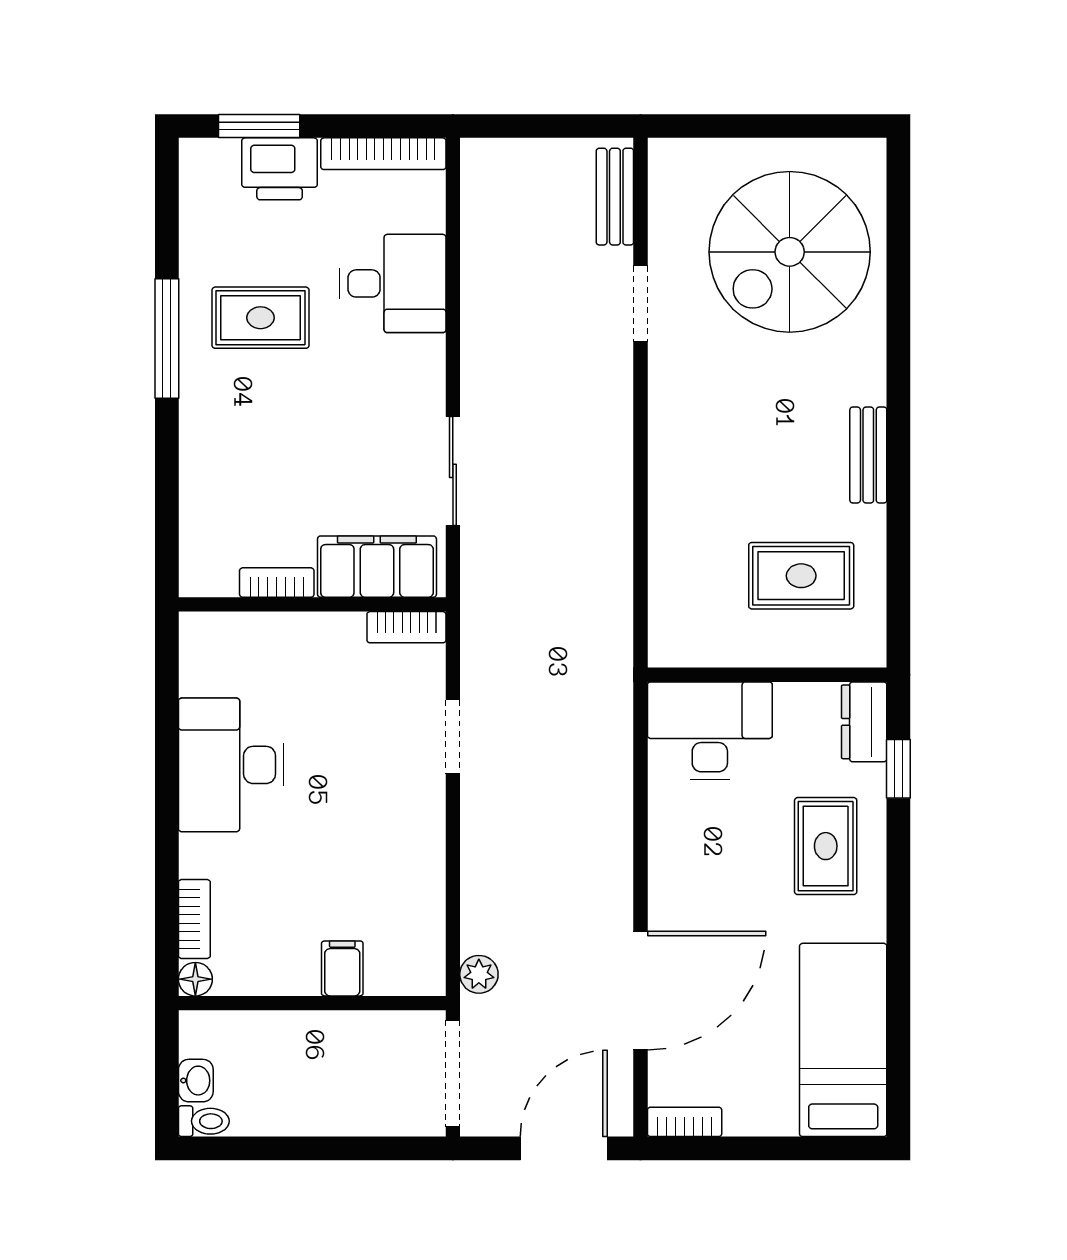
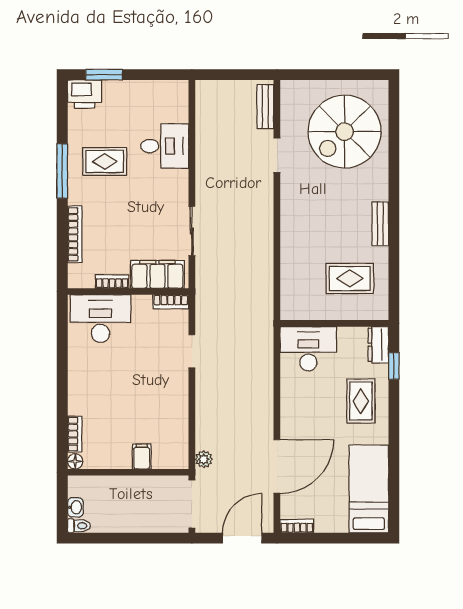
bookcase: (383, 154) -> (75, 234), moved, turned -90
printer: (280, 169) -> (85, 94), moved
desk: (231, 765) -> (100, 319), moved, turned 90

